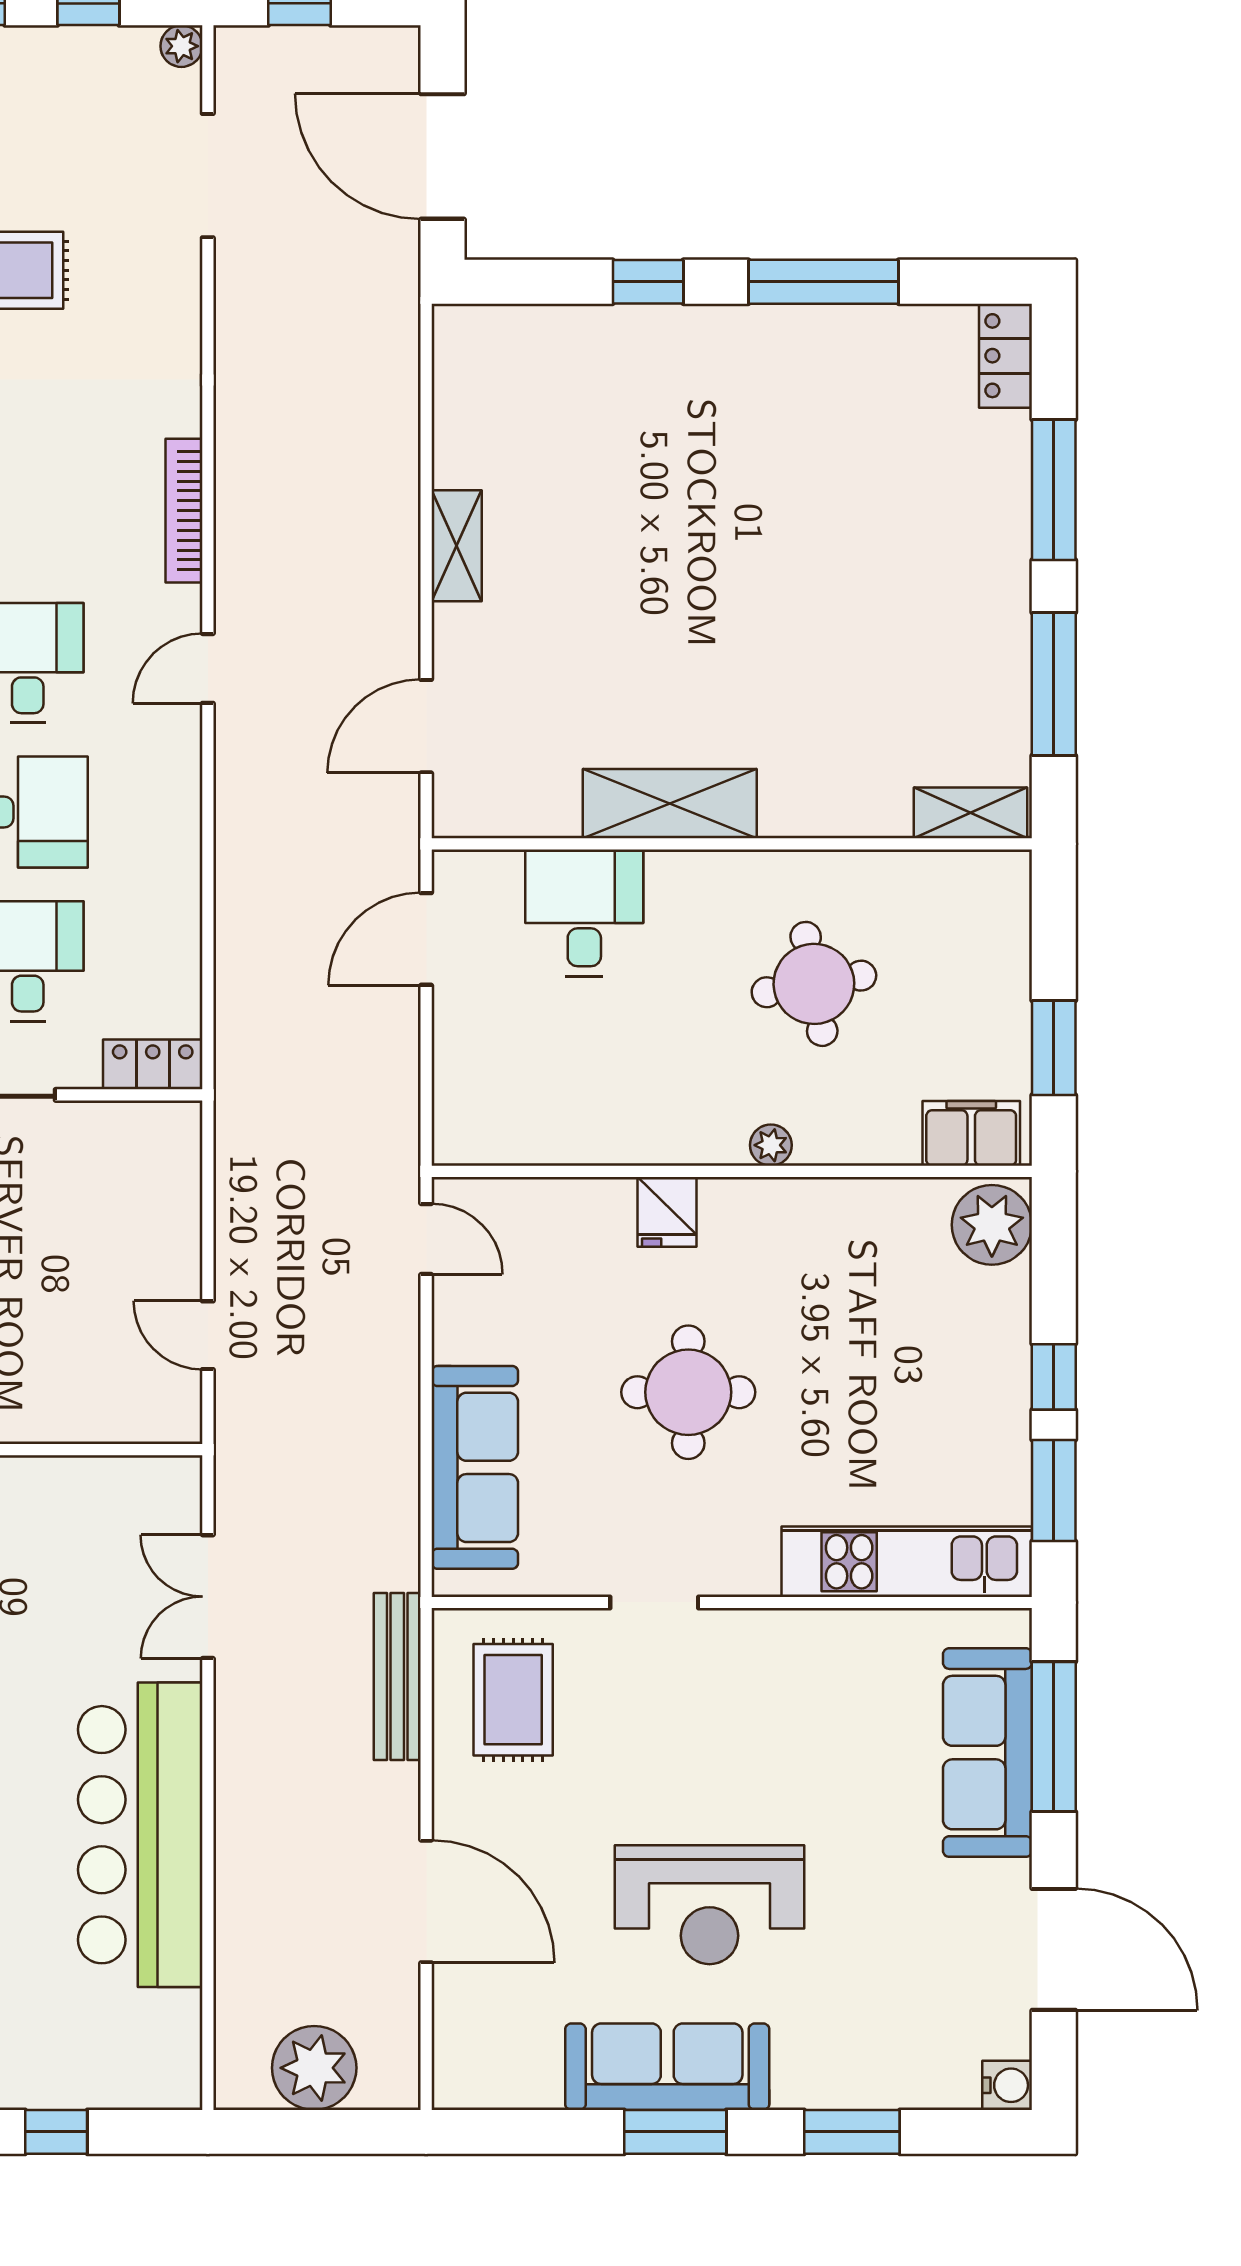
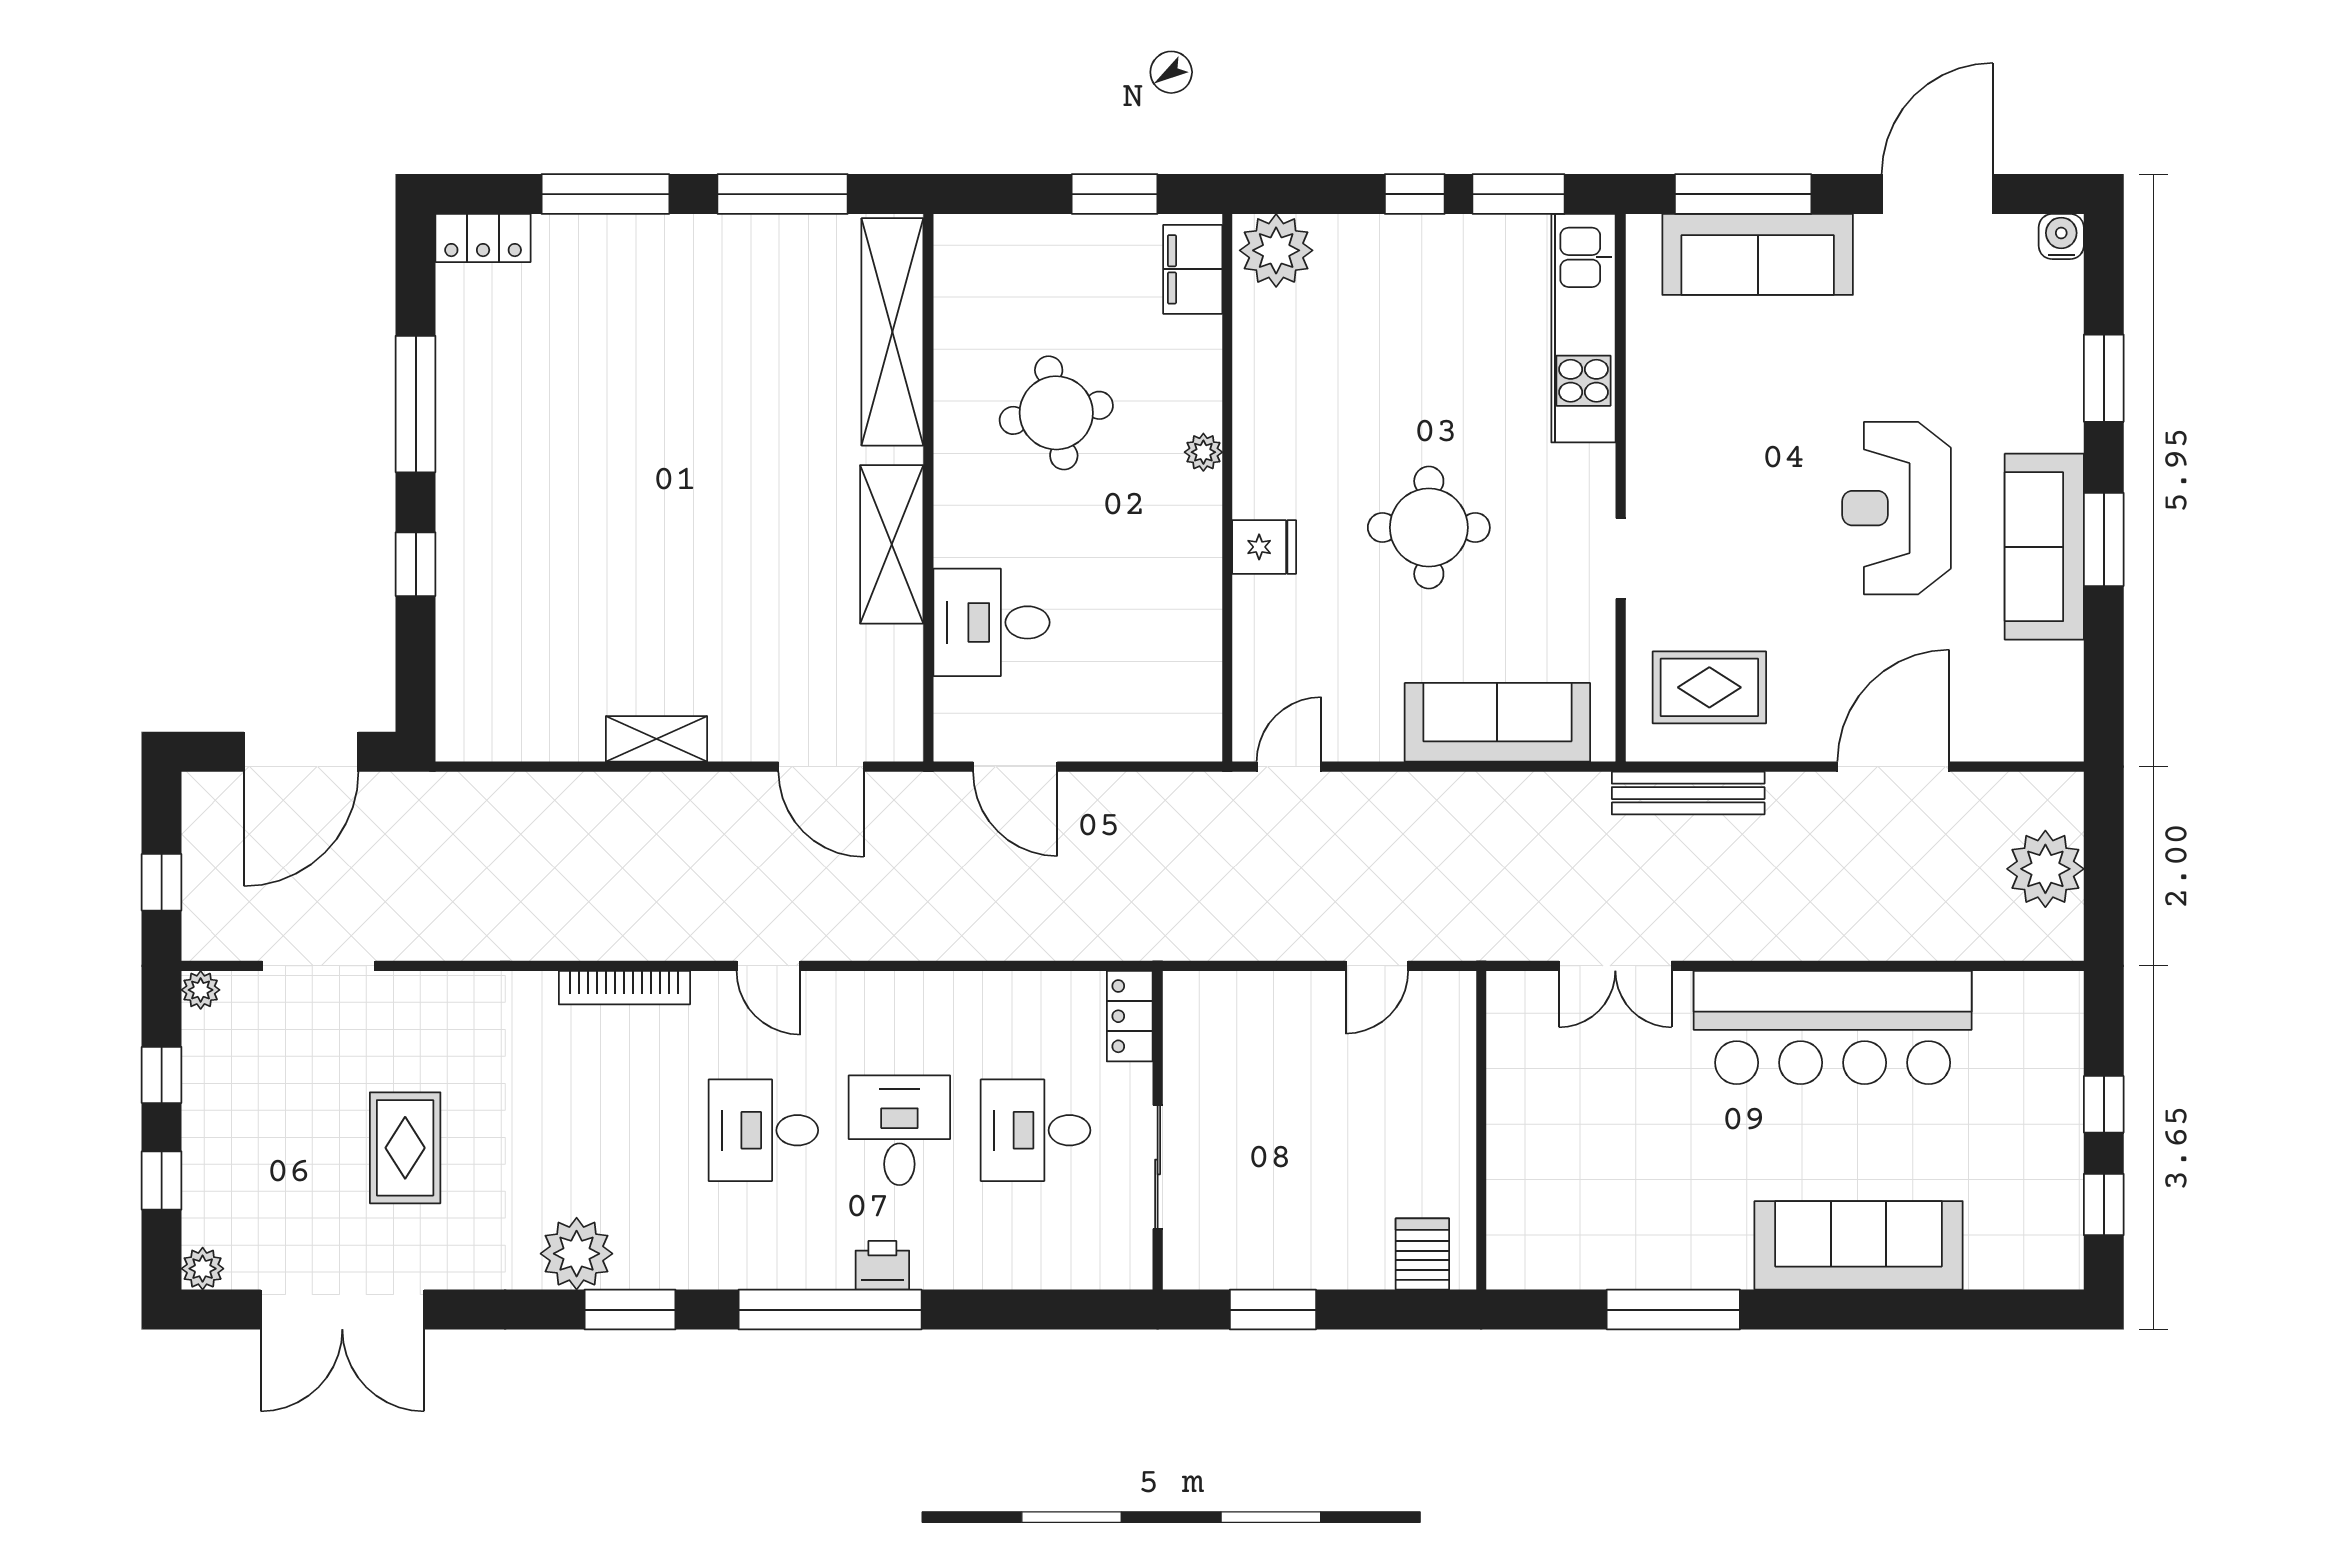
shelving: (971, 813) -> (892, 332), width x2.20, depth x1.33
reception desk: (710, 1905) -> (1897, 508), turned 180

